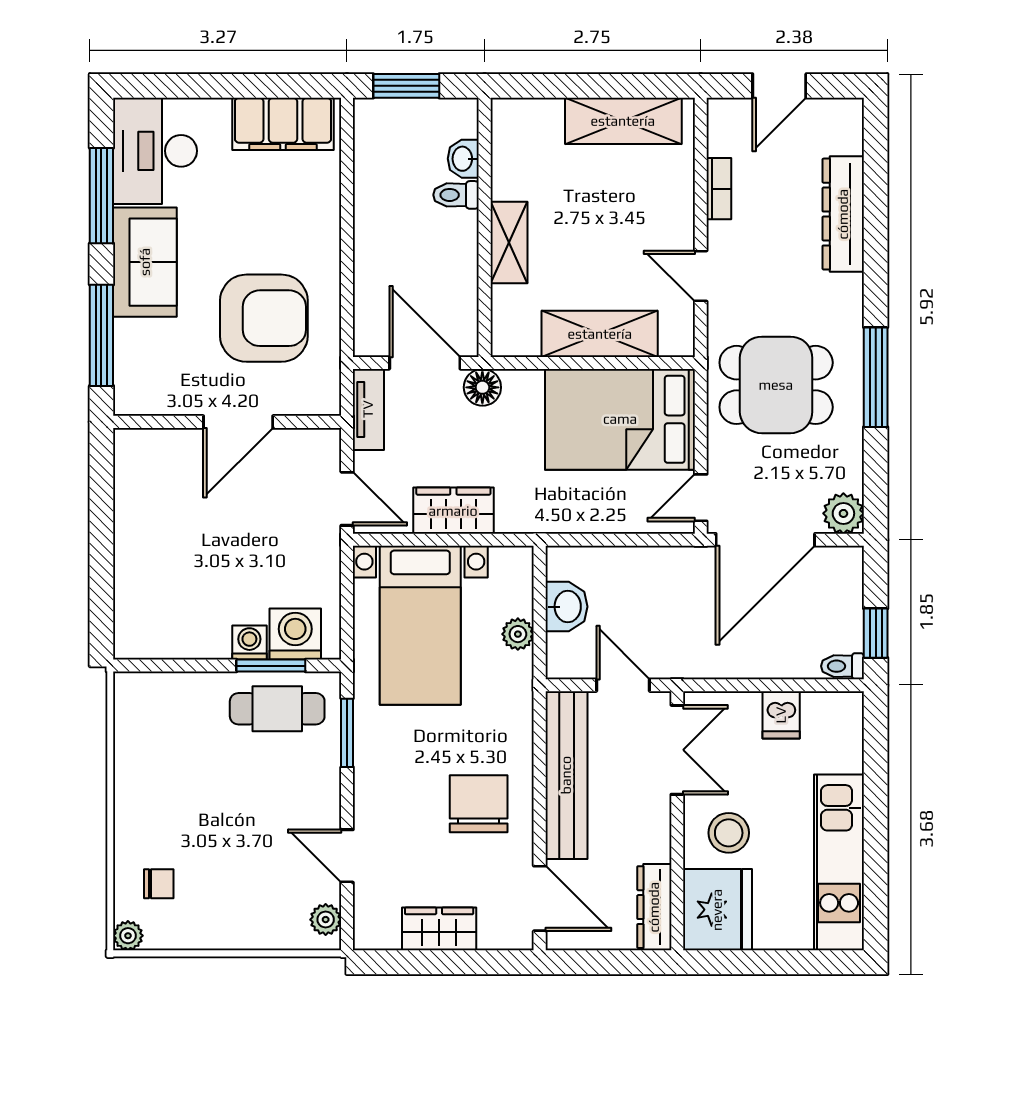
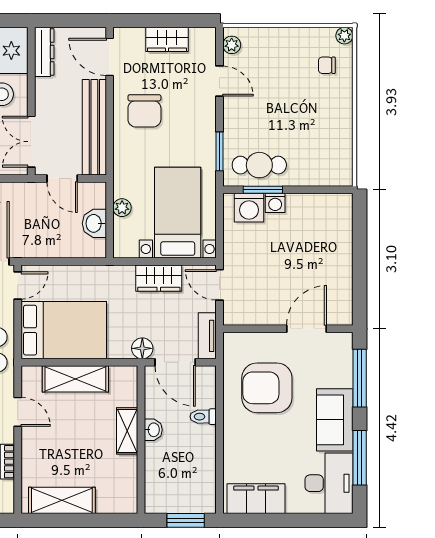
washbasin: (463, 159) -> (153, 430), moved
toilet: (456, 195) -> (203, 417), moved, turned 180
door: (238, 422) -> (307, 329), moved

